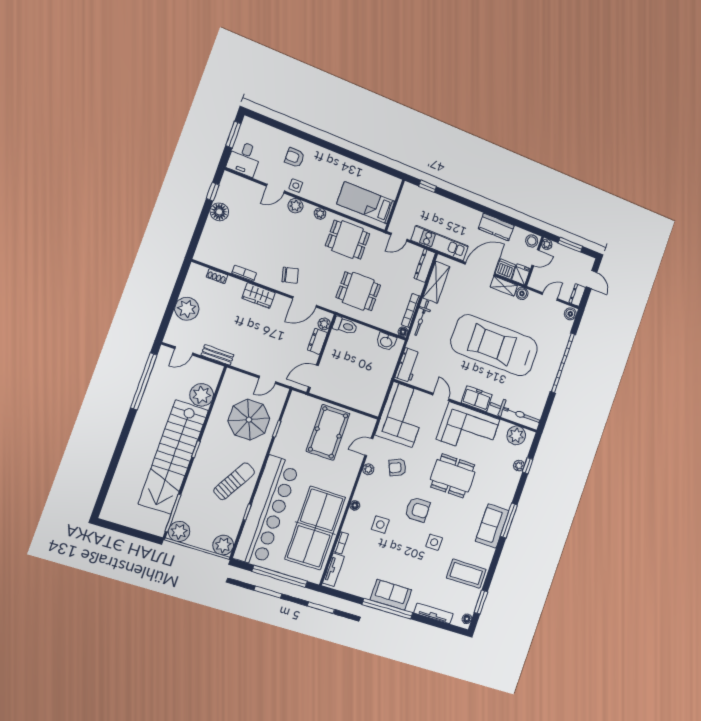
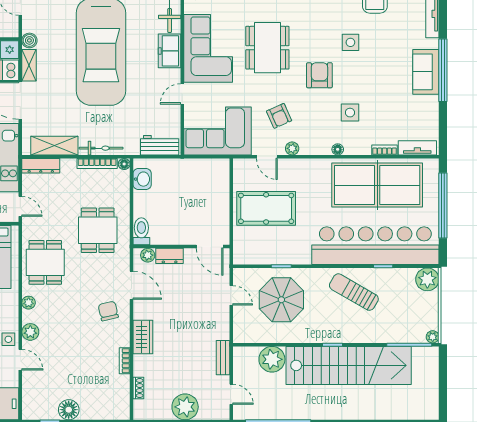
plant: (179, 532) -> (433, 337), width x0.53, depth x0.53

